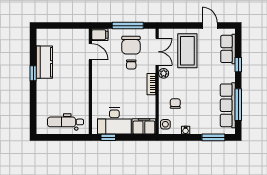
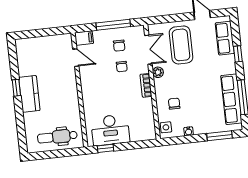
chair: (131, 45) -> (119, 46), width x0.54, depth x0.54
kitchen counter: (44, 62) -> (29, 94), moved
filing cabinet: (144, 126) -> (143, 132), removed

